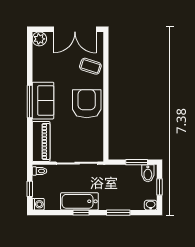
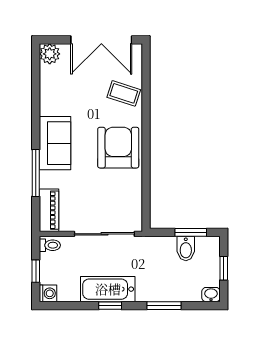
window: (30, 102) -> (36, 173), moved
piano: (41, 141) -> (49, 210), width x0.73, depth x0.75
bidet: (148, 173) -> (186, 249), moved

